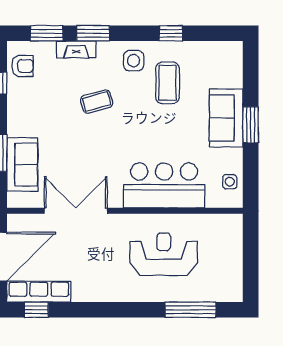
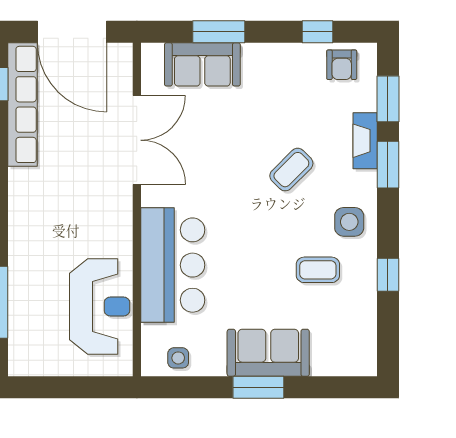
coffee table: (167, 83) -> (318, 270), width x0.73, depth x0.77
coffee table: (97, 102) -> (291, 170), turned 60
reception desk: (164, 254) -> (100, 307), moved
row of seats: (39, 292) -> (23, 104), width x1.36

